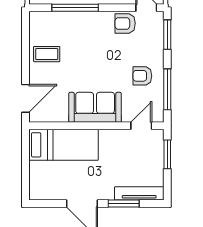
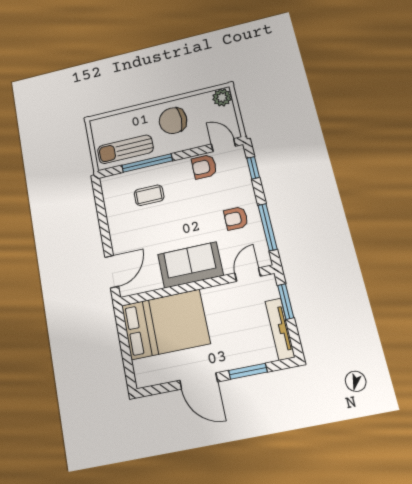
window: (167, 35) -> (253, 168), width x0.67
coffee table: (47, 54) -> (149, 195), moved
bed: (64, 145) -> (165, 324), width x1.50
tv unit: (139, 193) -> (280, 329), moved, turned -90

